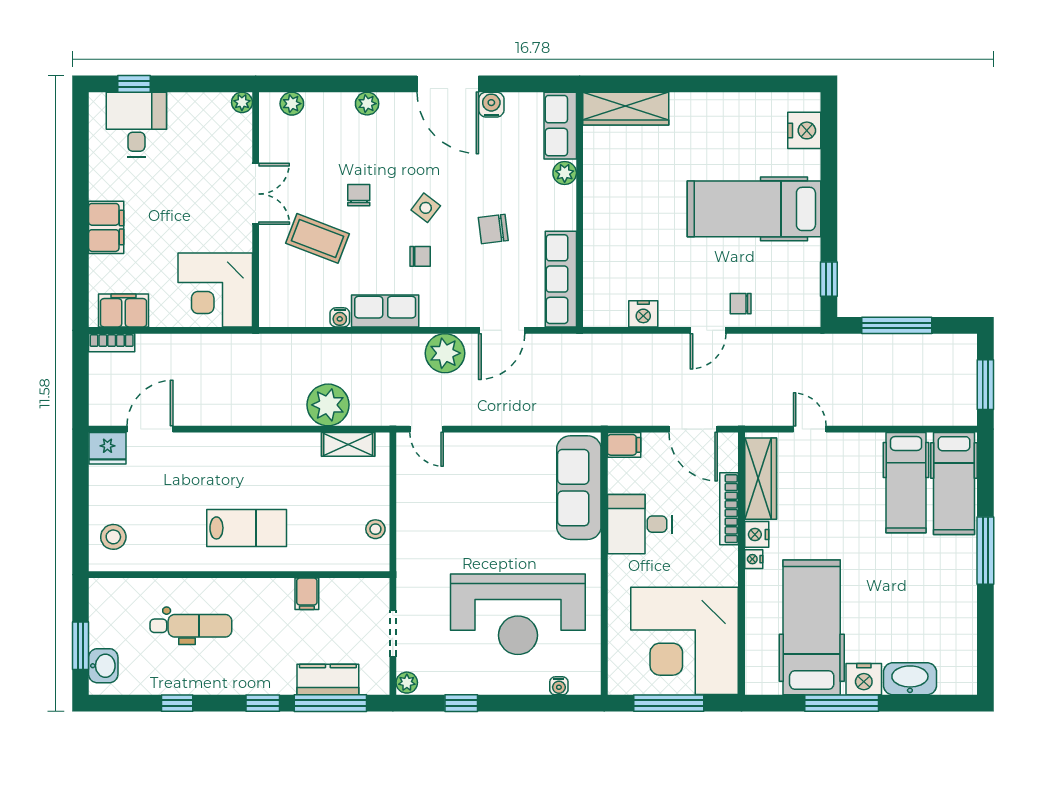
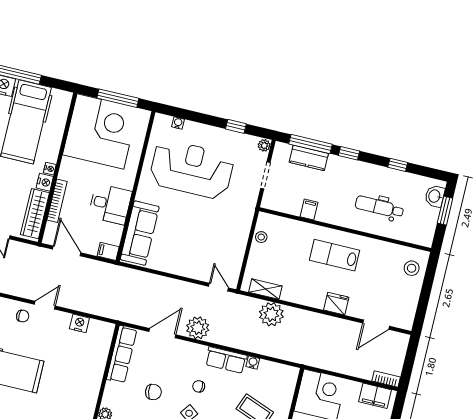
fridge: (107, 448) -> (336, 304), moved

